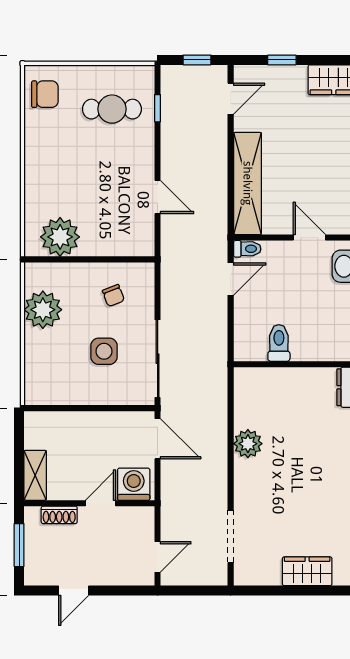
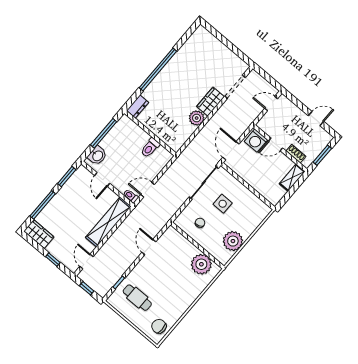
door: (231, 99) -> (86, 261), hinge flipped
wardrobe: (307, 571) -> (211, 102), moved, turned 90

